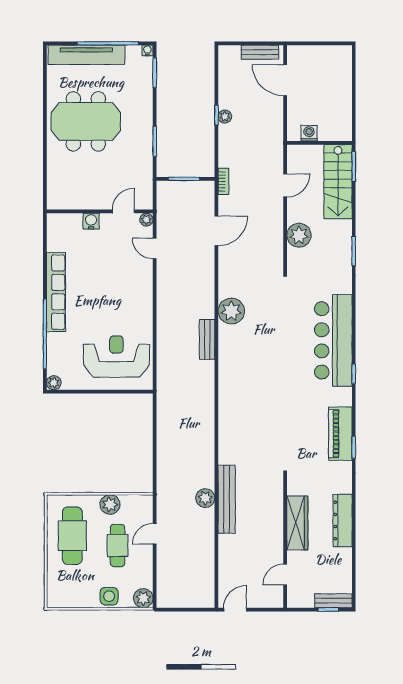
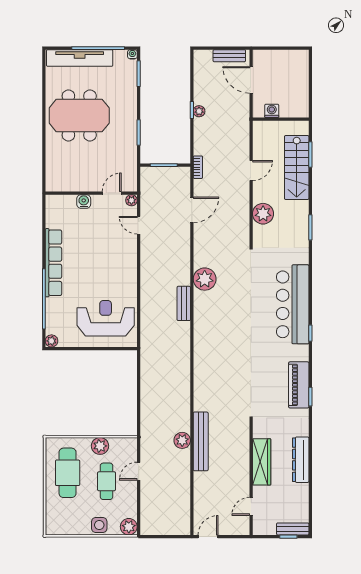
washing machine: (309, 133) -> (272, 111), moved
wall: (319, 143) -> (281, 119), moved

